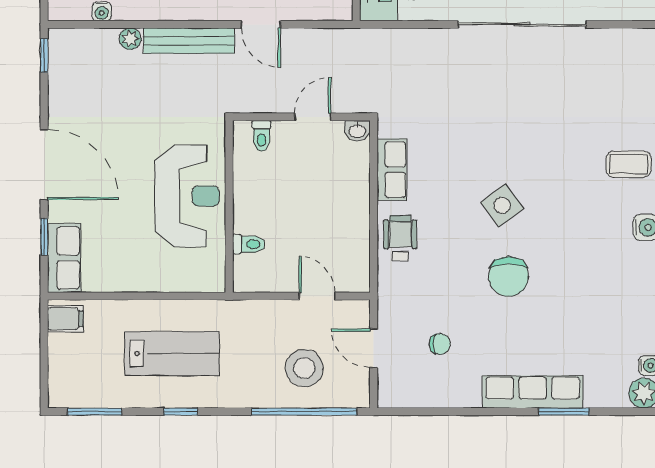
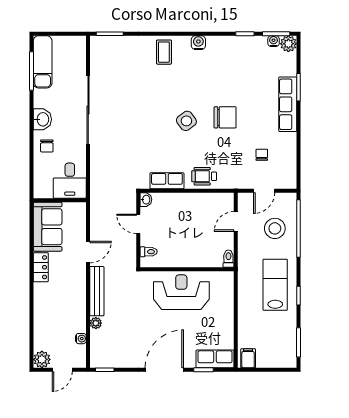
toilet: (249, 244) -> (228, 259), moved
lab bench: (172, 354) -> (275, 285), moved

